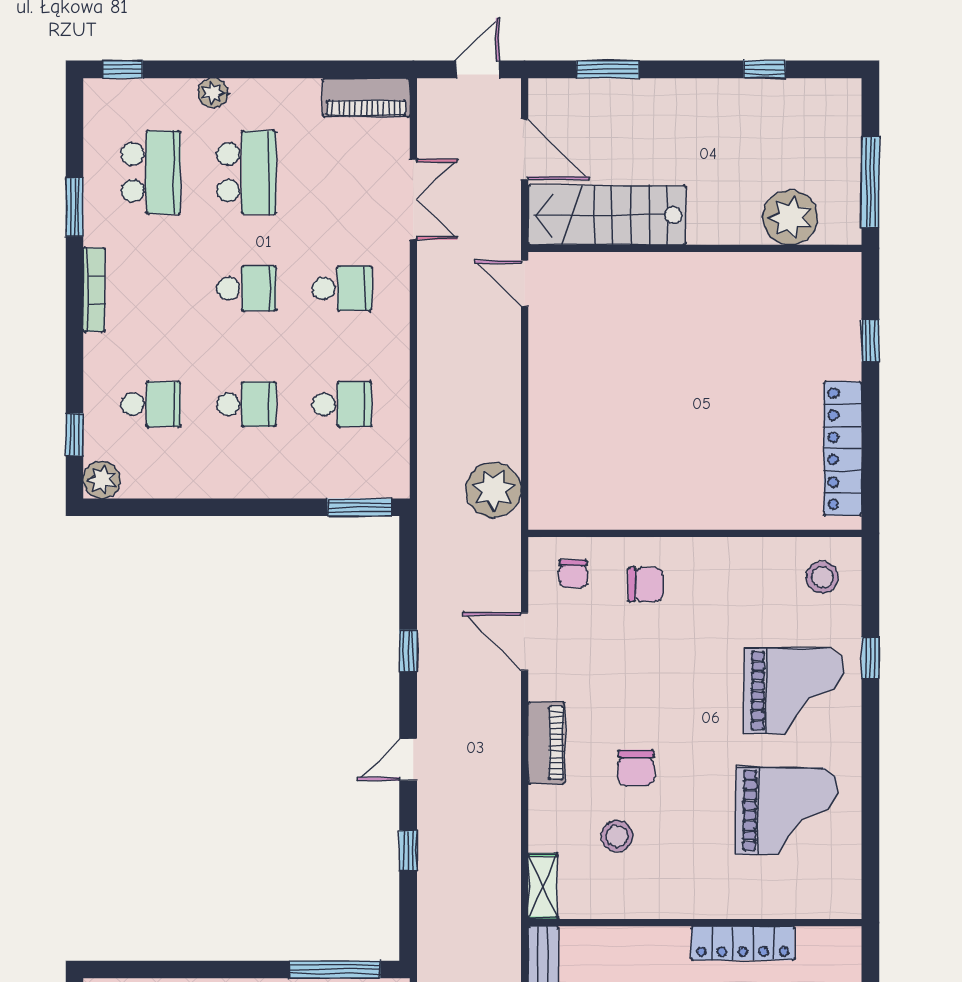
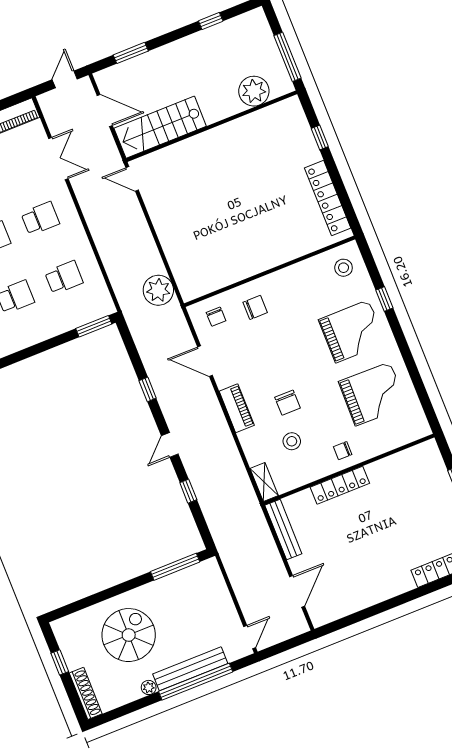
chair: (697, 886) -> (343, 451), added
locker: (743, 943) -> (340, 485), moved

